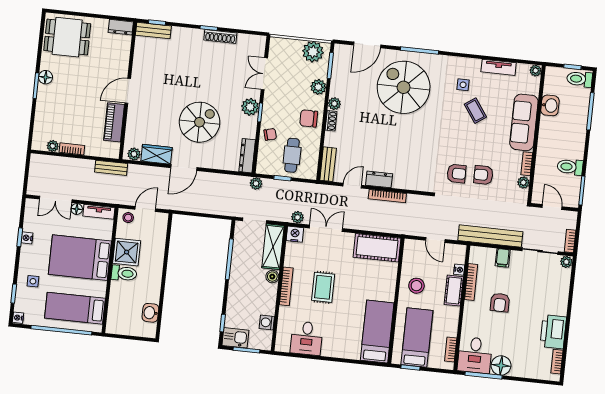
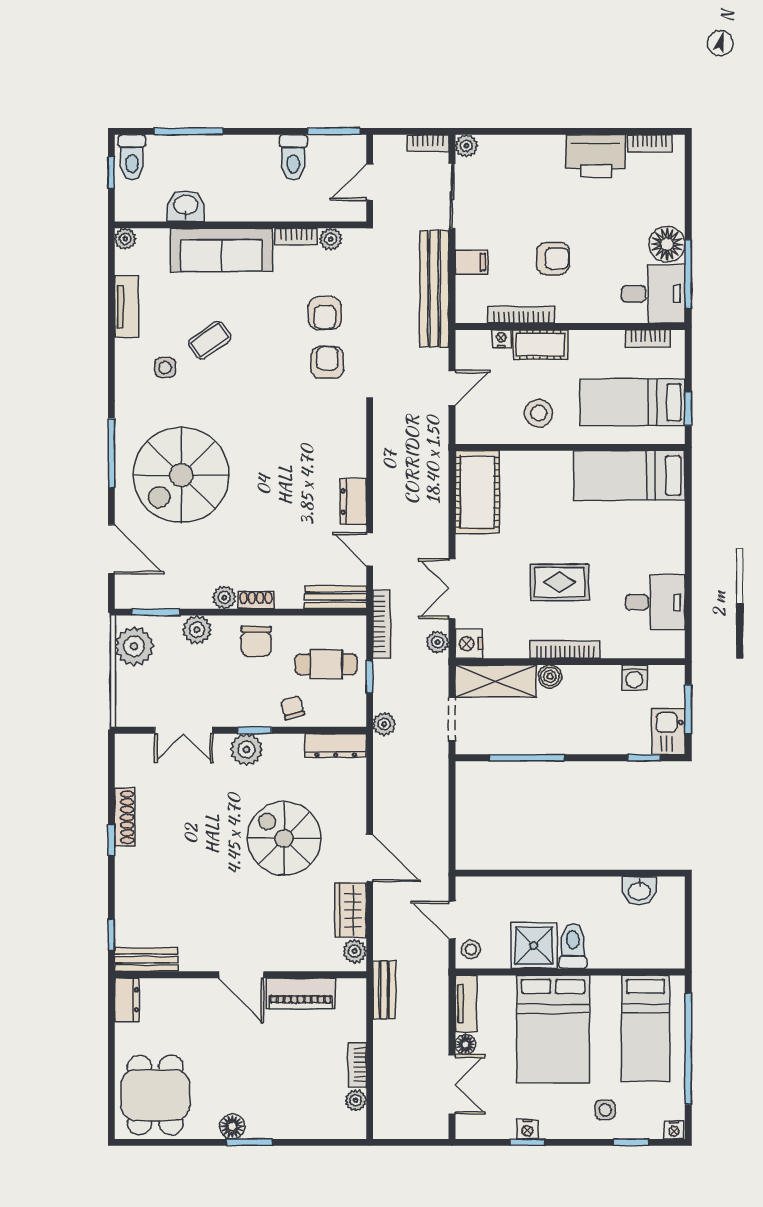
bench: (153, 31) -> (146, 959), moved, turned 90
bookcase: (387, 196) -> (382, 624), moved

